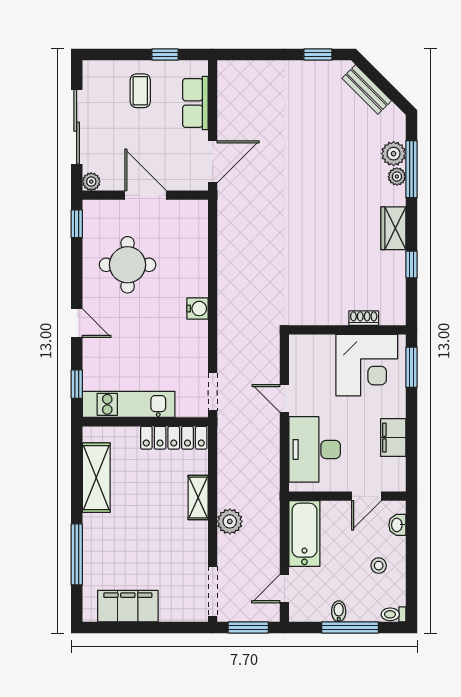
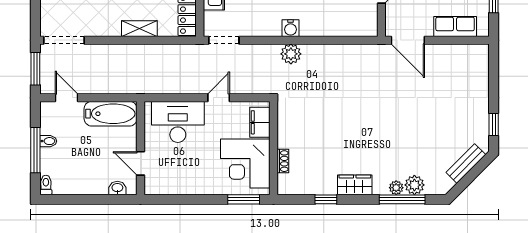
filing cabinet: (393, 438) -> (260, 122), moved, turned -90
plant: (230, 521) -> (291, 54), moved
stool: (379, 566) -> (85, 173), removed

